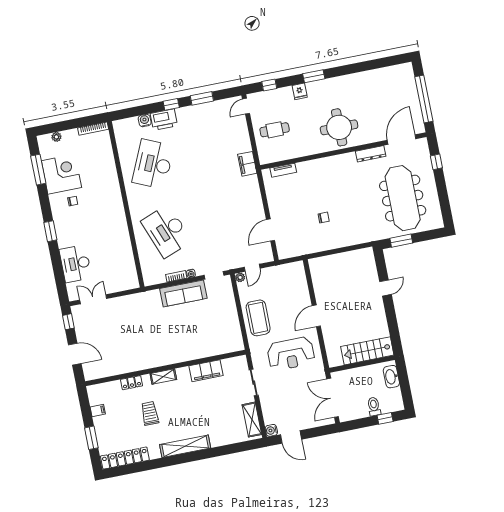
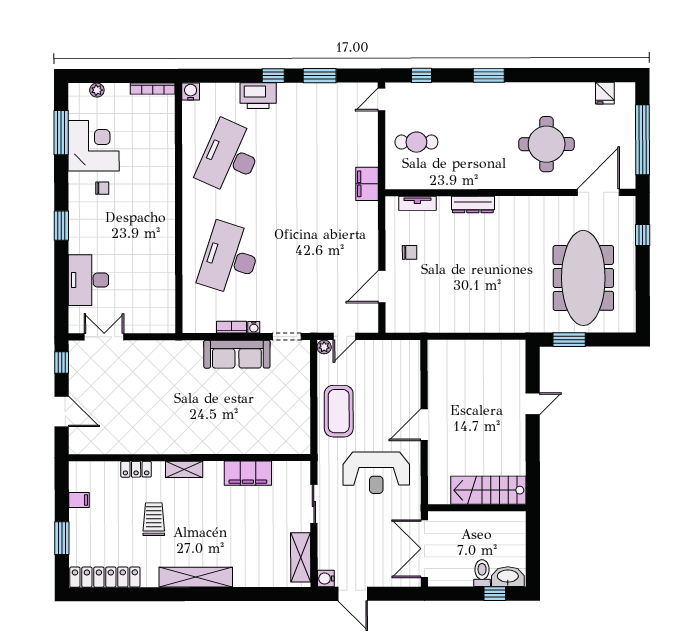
fridge: (300, 91) -> (605, 93), moved
water cooler: (145, 121) -> (191, 91), moved
round table: (339, 127) -> (547, 144), moved
dresser: (371, 154) -> (473, 204), moved
chair: (324, 218) -> (410, 252), moved
desk: (166, 231) -> (230, 259), turned 39
washbasin: (391, 377) -> (508, 577), moved, turned 90

